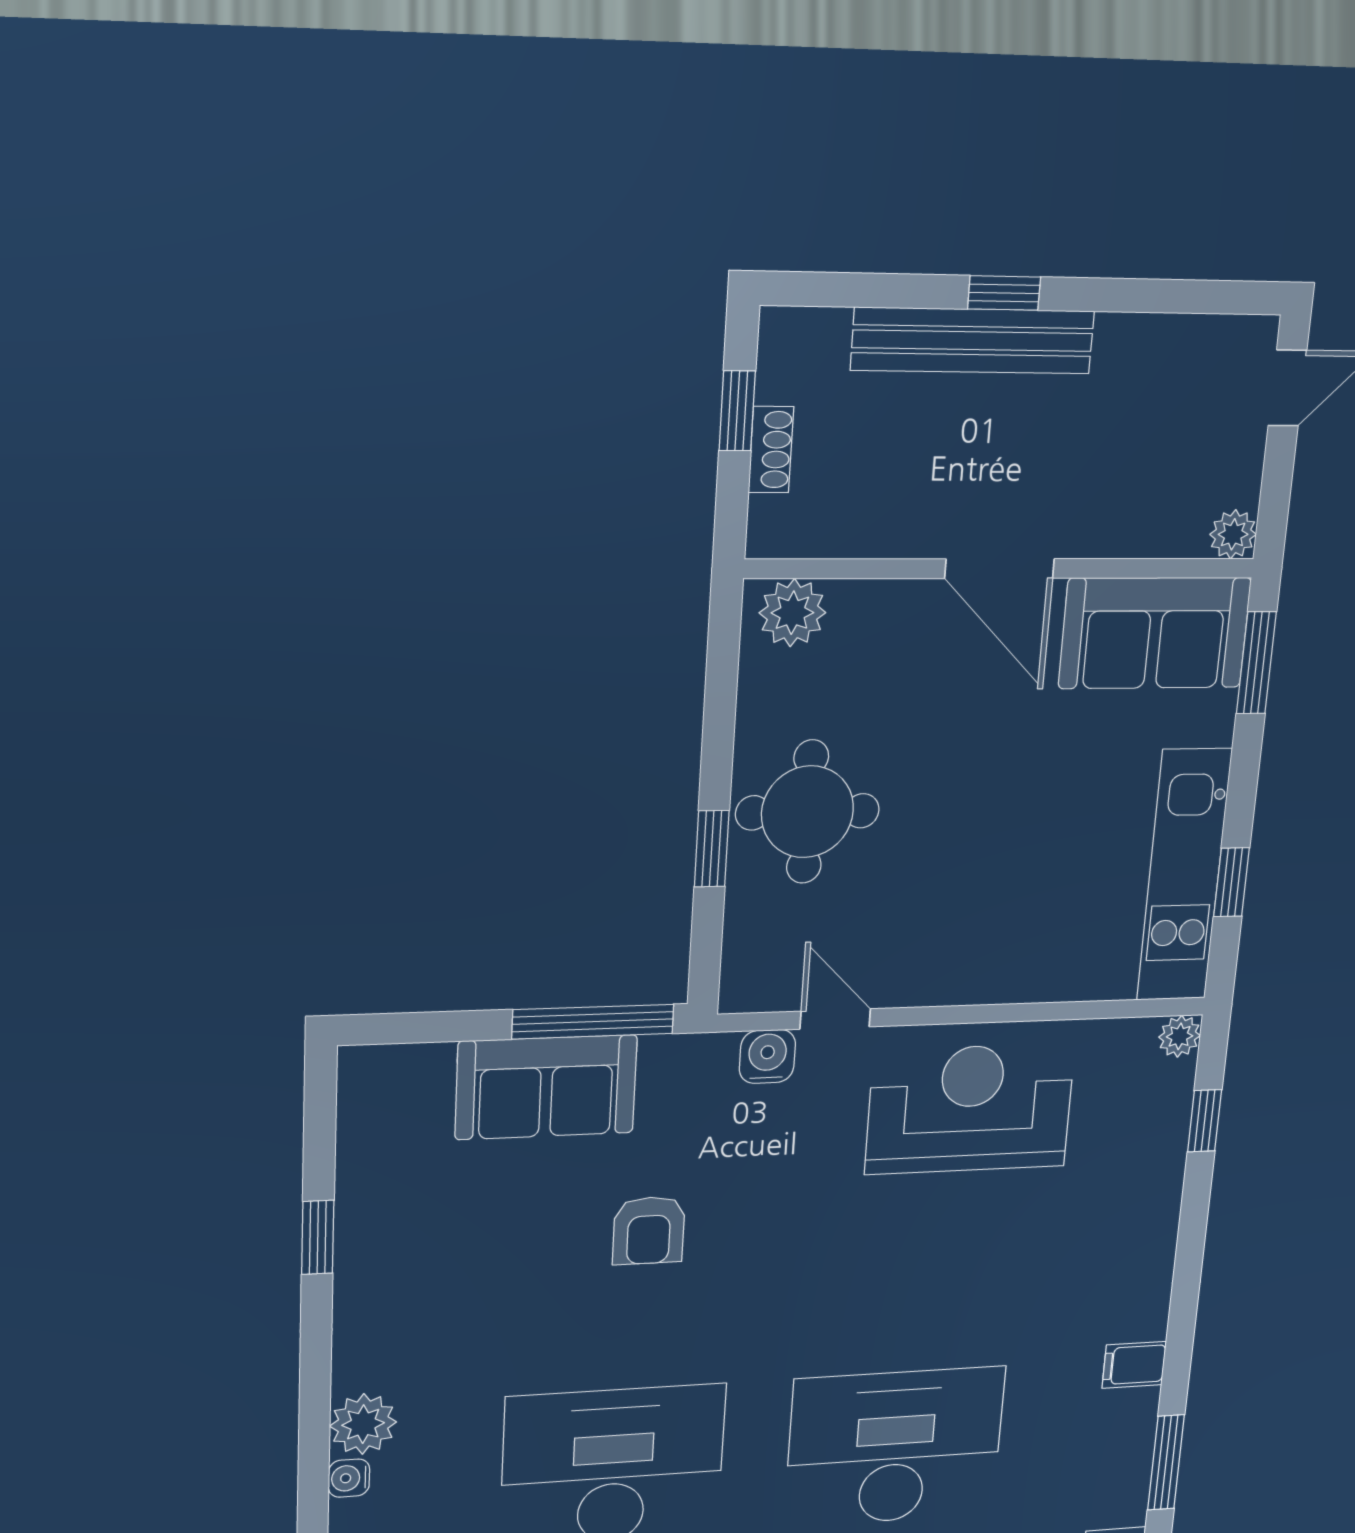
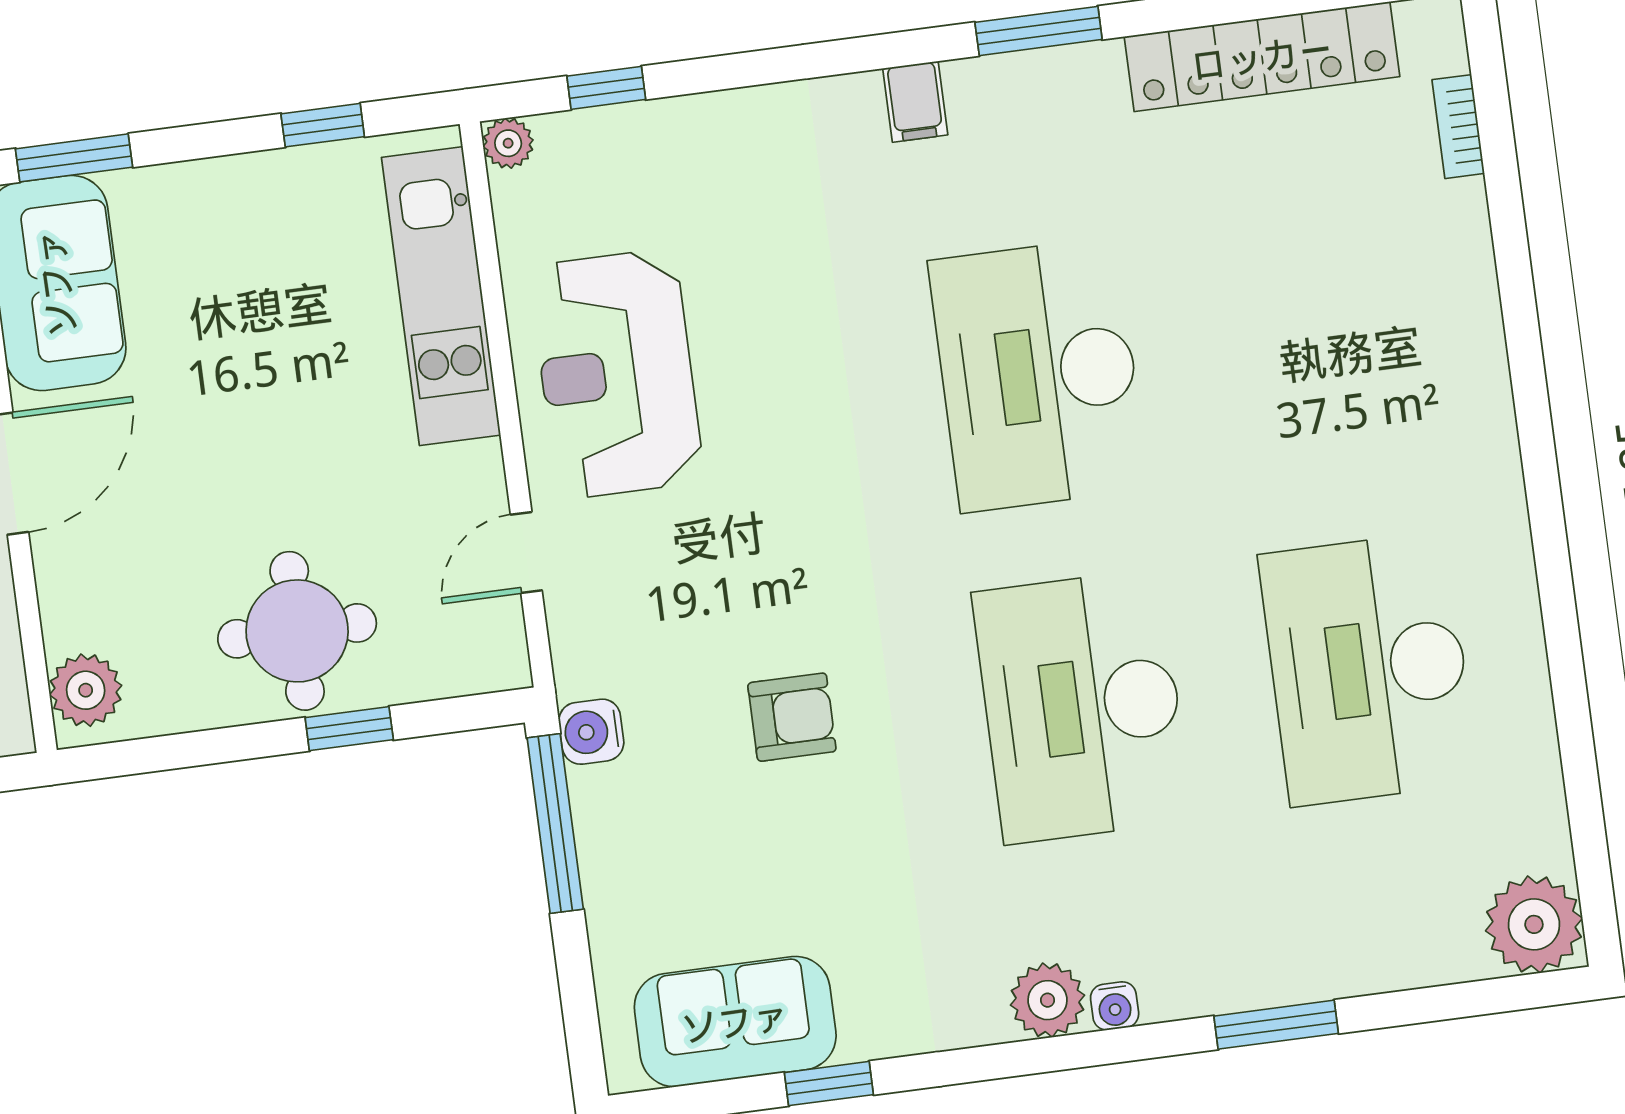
kitchen unit: (1184, 875) -> (441, 296), moved, turned 90
water cooler: (767, 1056) -> (591, 732), moved
sofa: (546, 1087) -> (735, 1022), moved, turned -90

